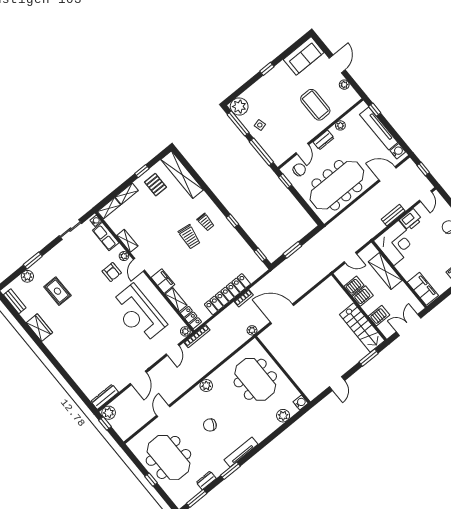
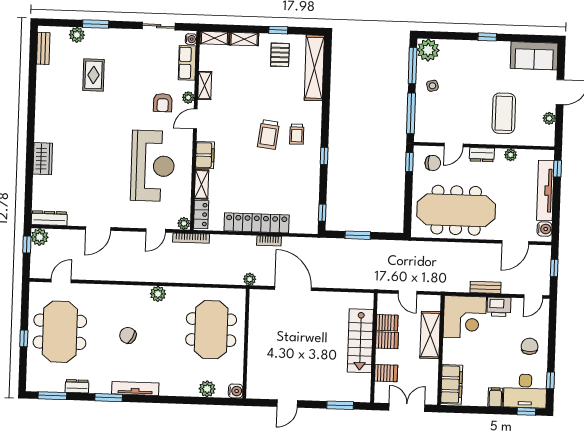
door: (388, 174) -> (515, 242), swing flipped
reception desk: (138, 314) -> (153, 166), turned 180
wardrobe: (39, 328) -> (43, 159), moved
stairs: (362, 328) -> (360, 341), moved
door: (163, 411) -> (61, 281), moved

